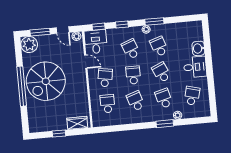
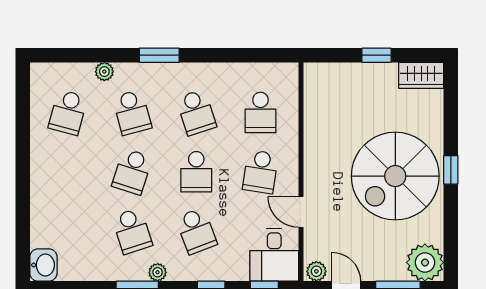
washbasin: (198, 48) -> (43, 265), moved
desk: (195, 67) -> (55, 177), removed
school desk: (161, 72) -> (132, 172), turned 42
spiral stairs: (46, 81) -> (395, 176), turned 180
window: (22, 86) -> (451, 170), width x0.32
wardrobe: (77, 123) -> (421, 75), moved
window: (165, 124) -> (159, 55), moved

